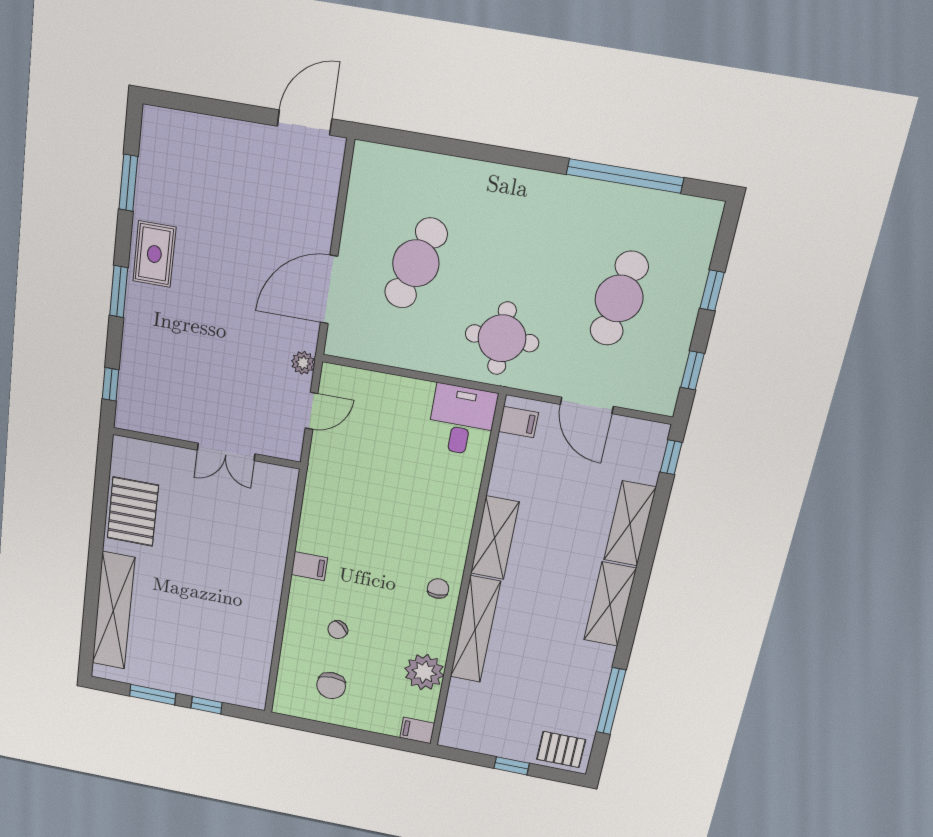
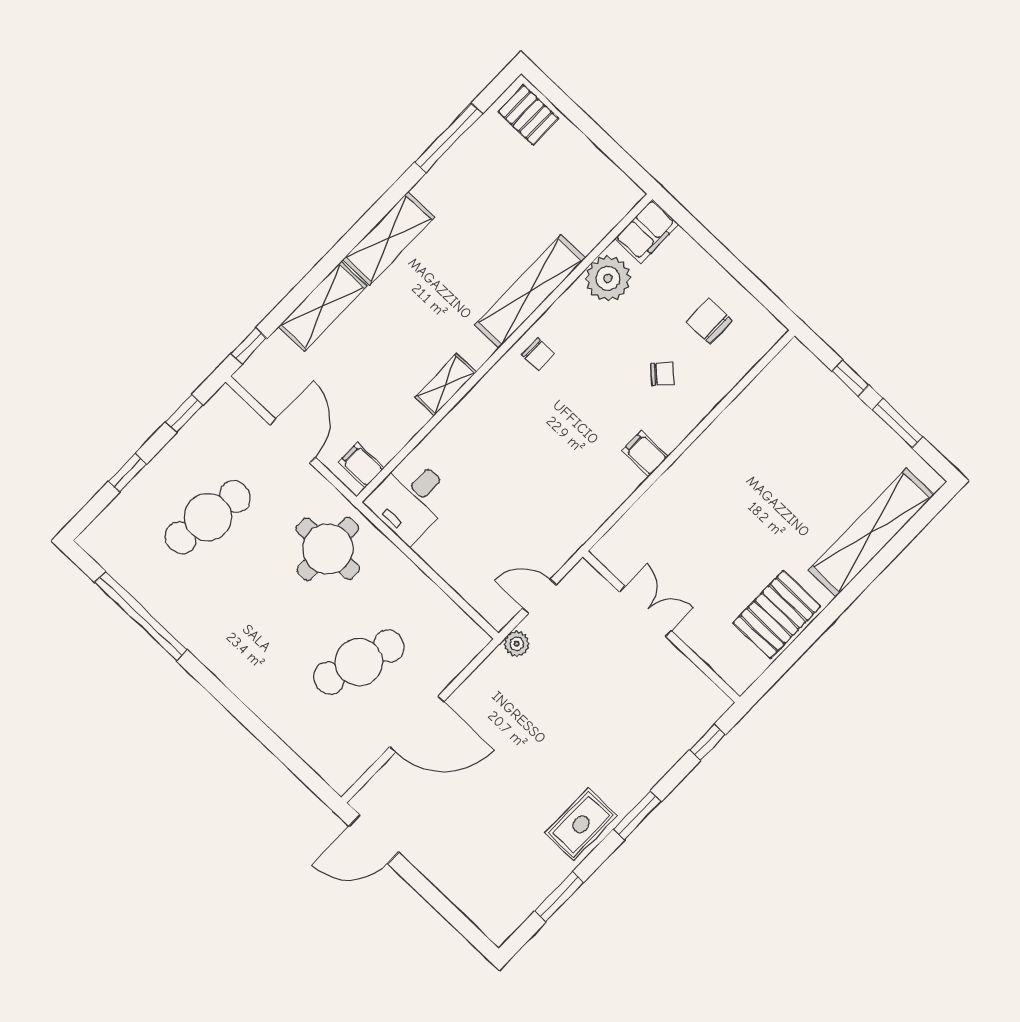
door: (329, 290) -> (417, 724), moved
shelving: (495, 538) -> (446, 385), width x0.67, depth x0.75
chair: (438, 589) -> (538, 354), turned -89
chair: (331, 686) -> (709, 321), turned -90
filing cabinet: (417, 730) -> (647, 231), width x2.00
window: (512, 766) -> (588, 127), removed

